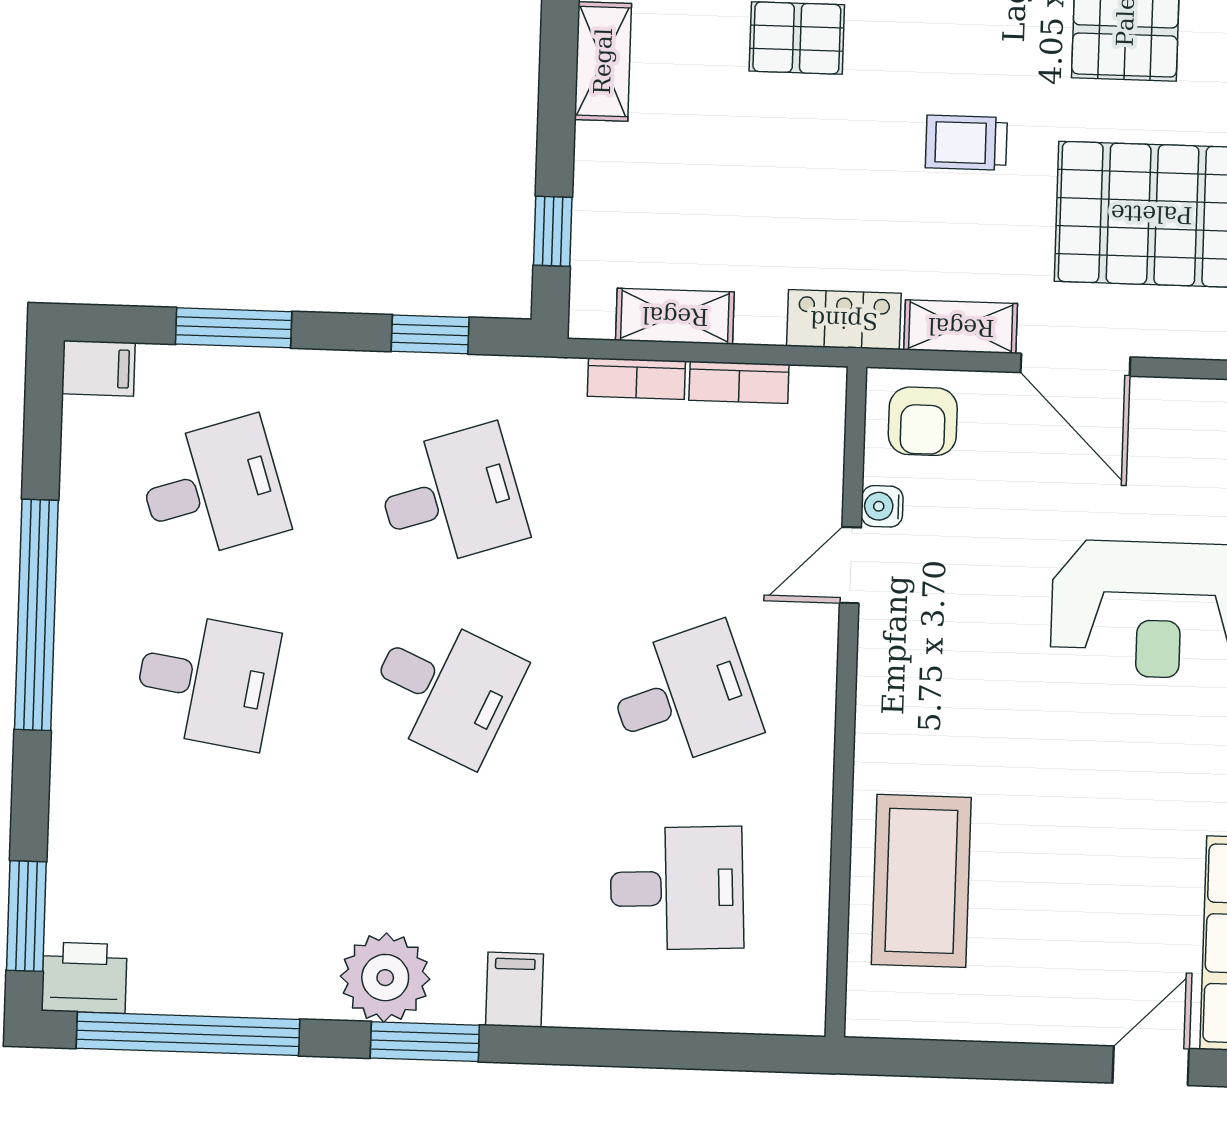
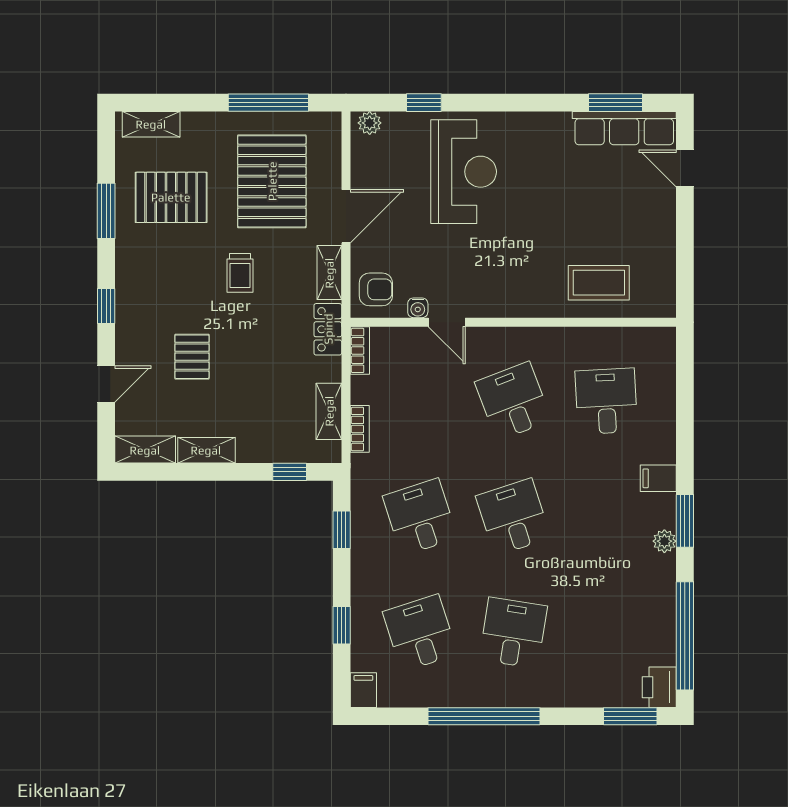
window: (234, 328) -> (342, 625), width x0.67
bookcase: (739, 382) -> (360, 350), moved
desk: (445, 689) -> (513, 517), turned -42
coffee table: (921, 881) -> (599, 283), width x0.73, depth x0.76
plant: (385, 978) -> (664, 541), width x0.53, depth x0.53

